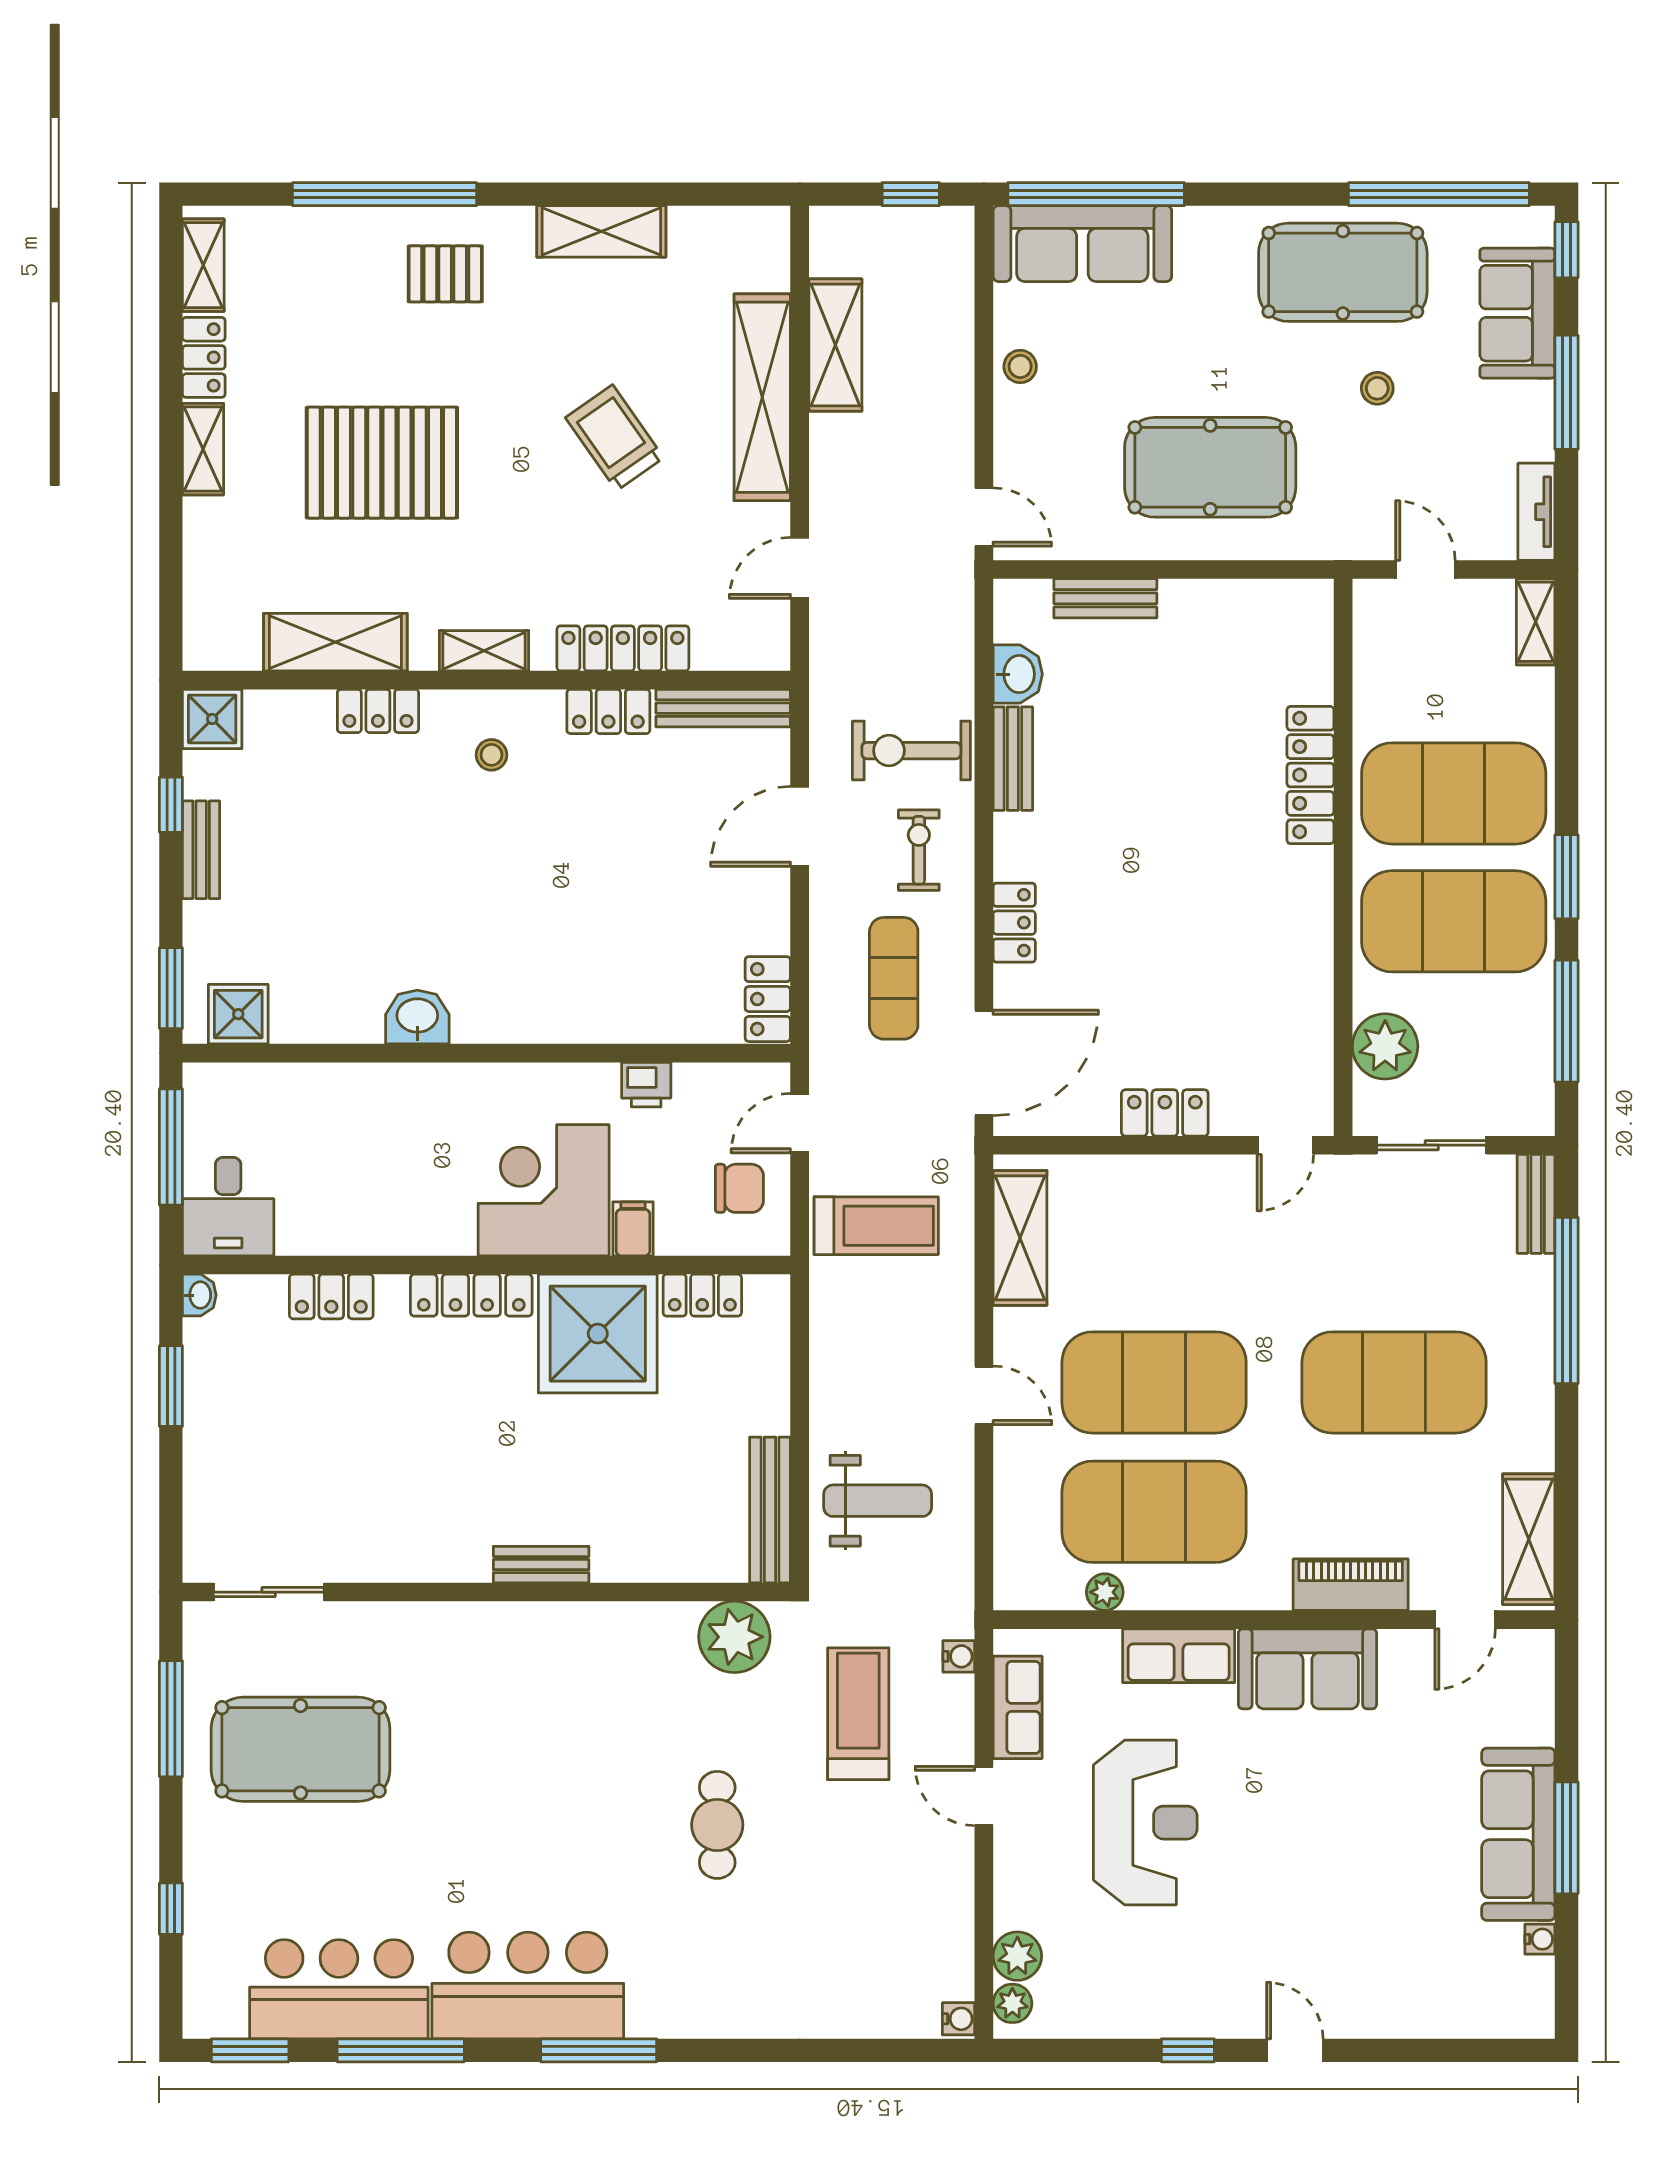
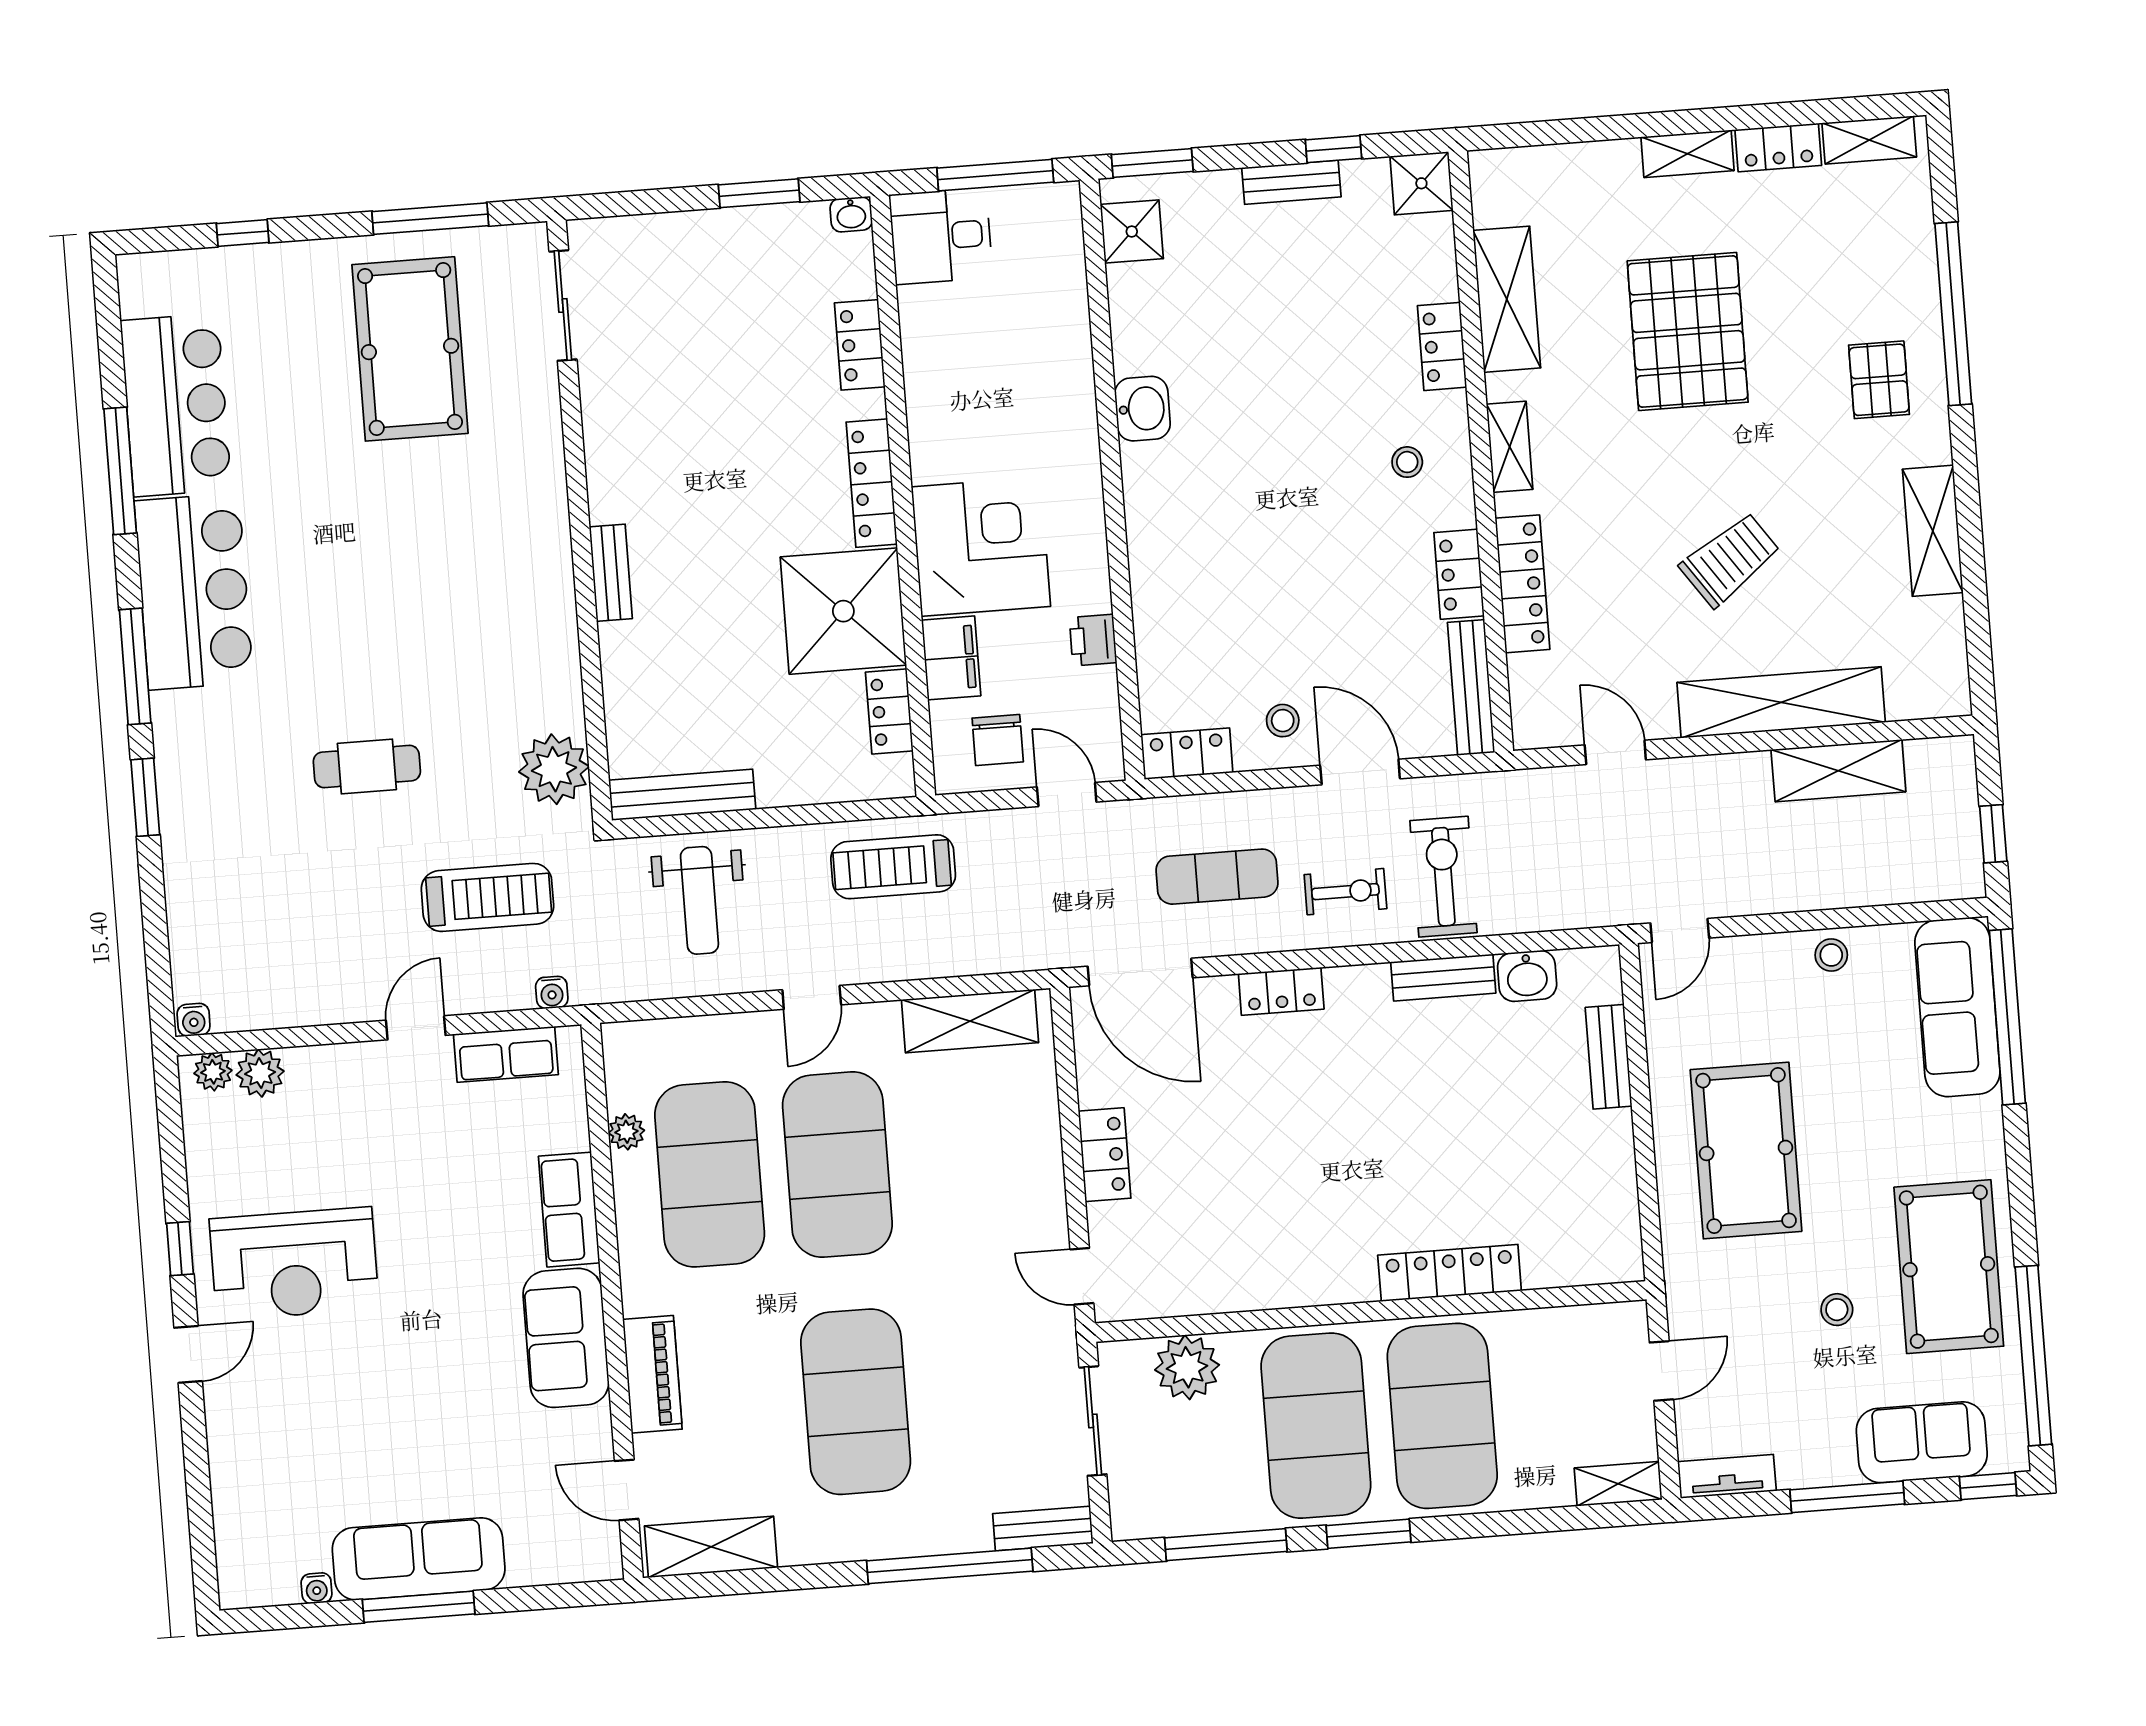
stool: (742, 900) -> (1283, 721), added
treadmill: (876, 1226) -> (893, 867), moved, turned 90
filing cabinet: (633, 1229) -> (951, 658), width x2.00
reception desk: (1145, 1823) -> (294, 1264), moved
window: (250, 2050) -> (145, 797), moved

